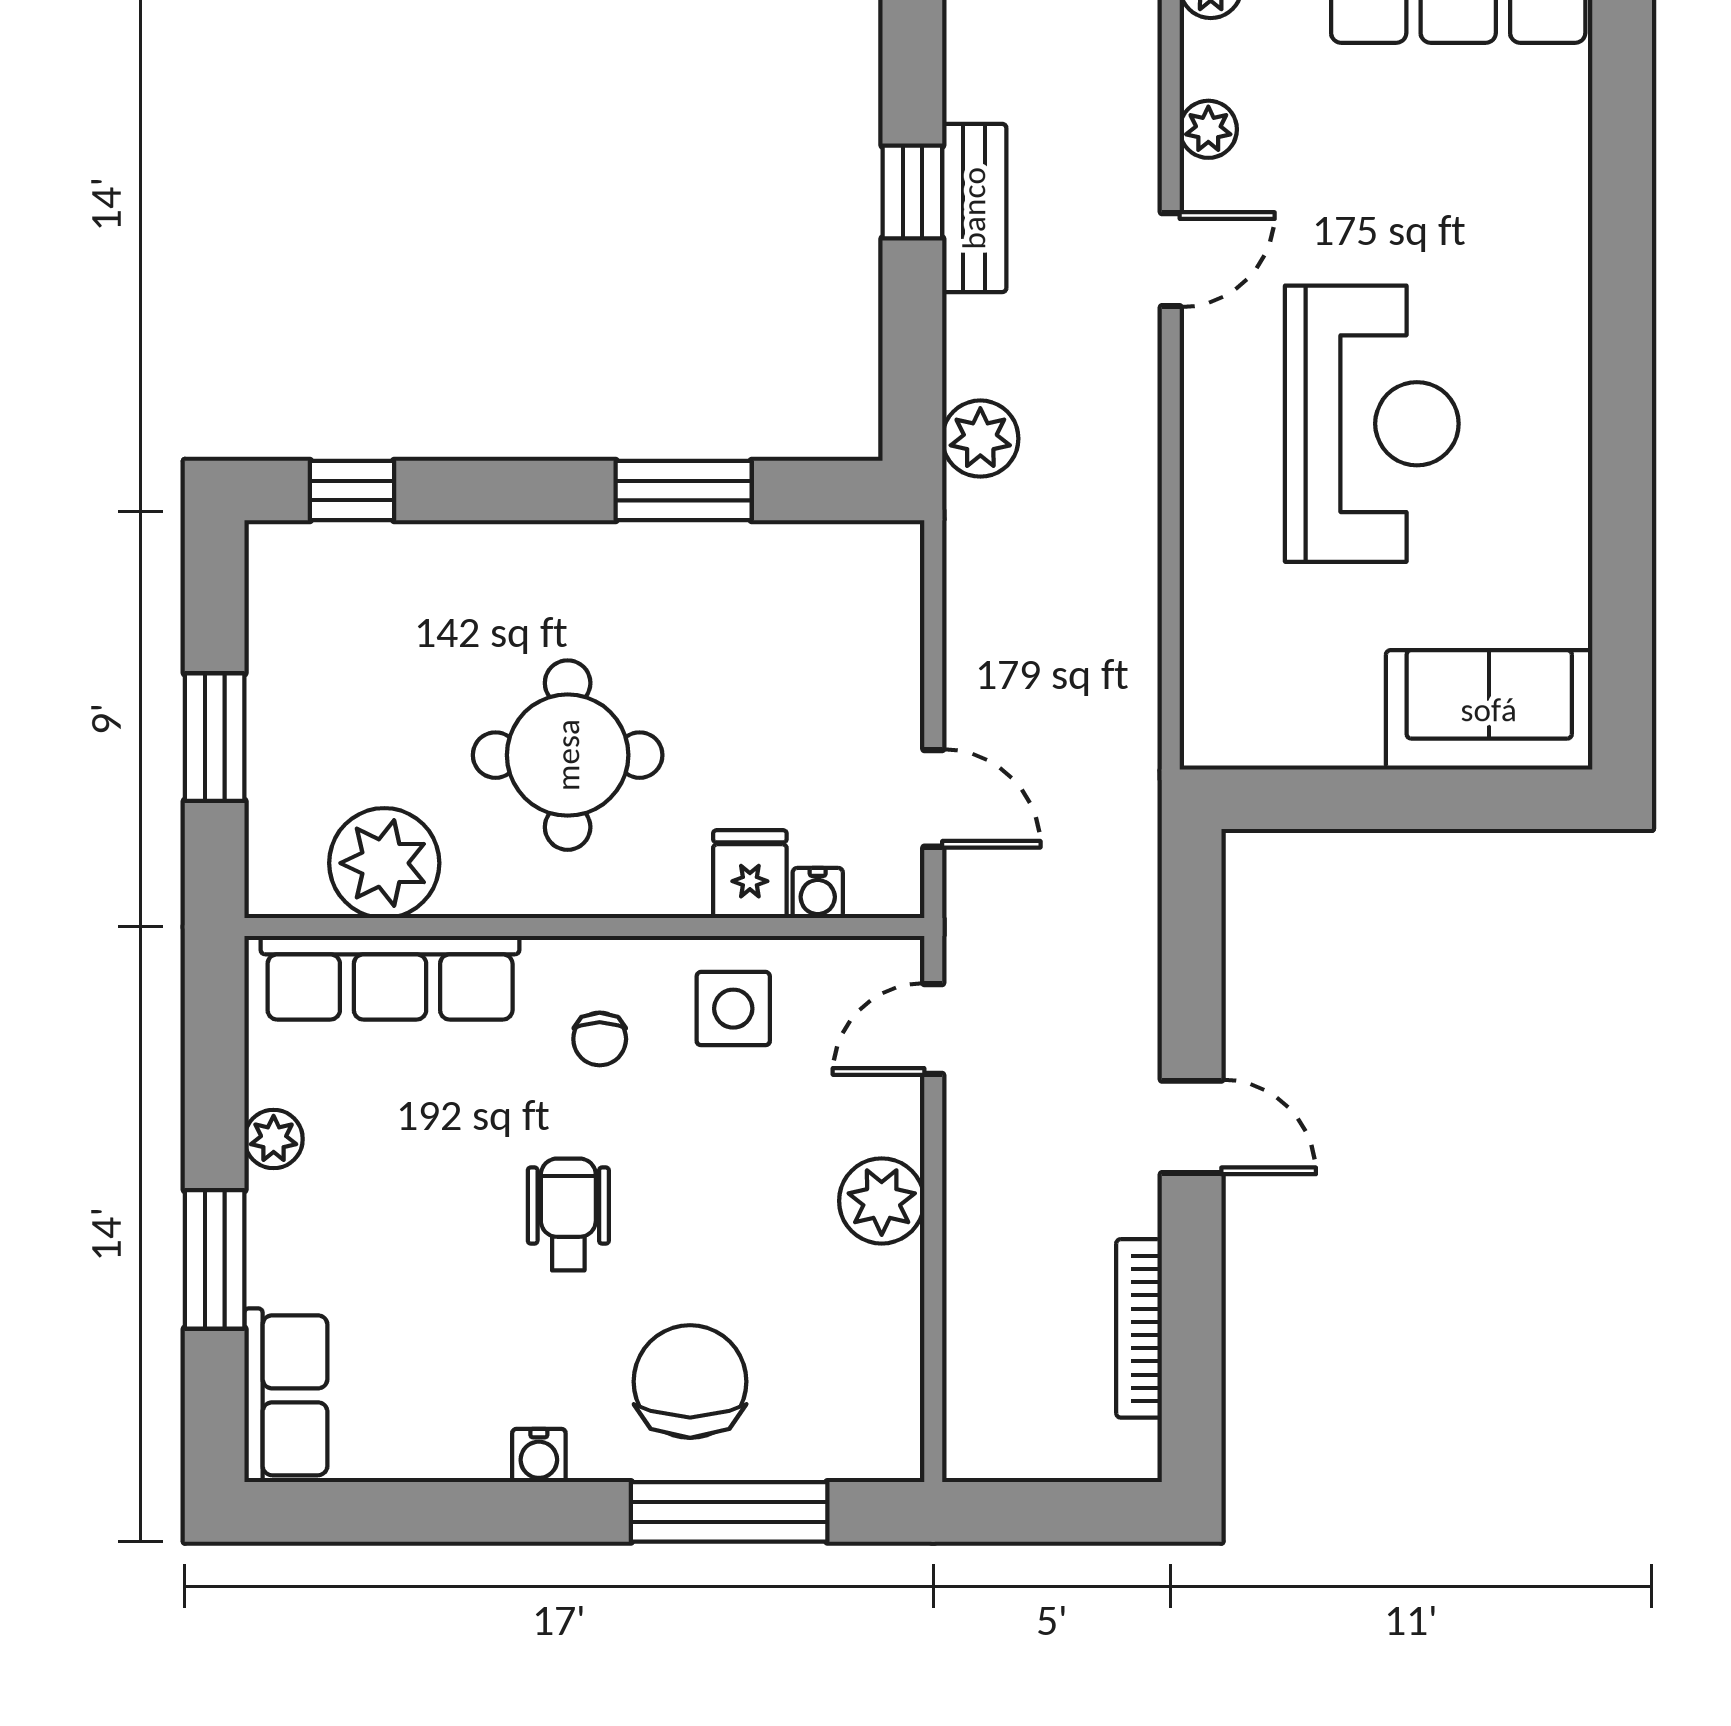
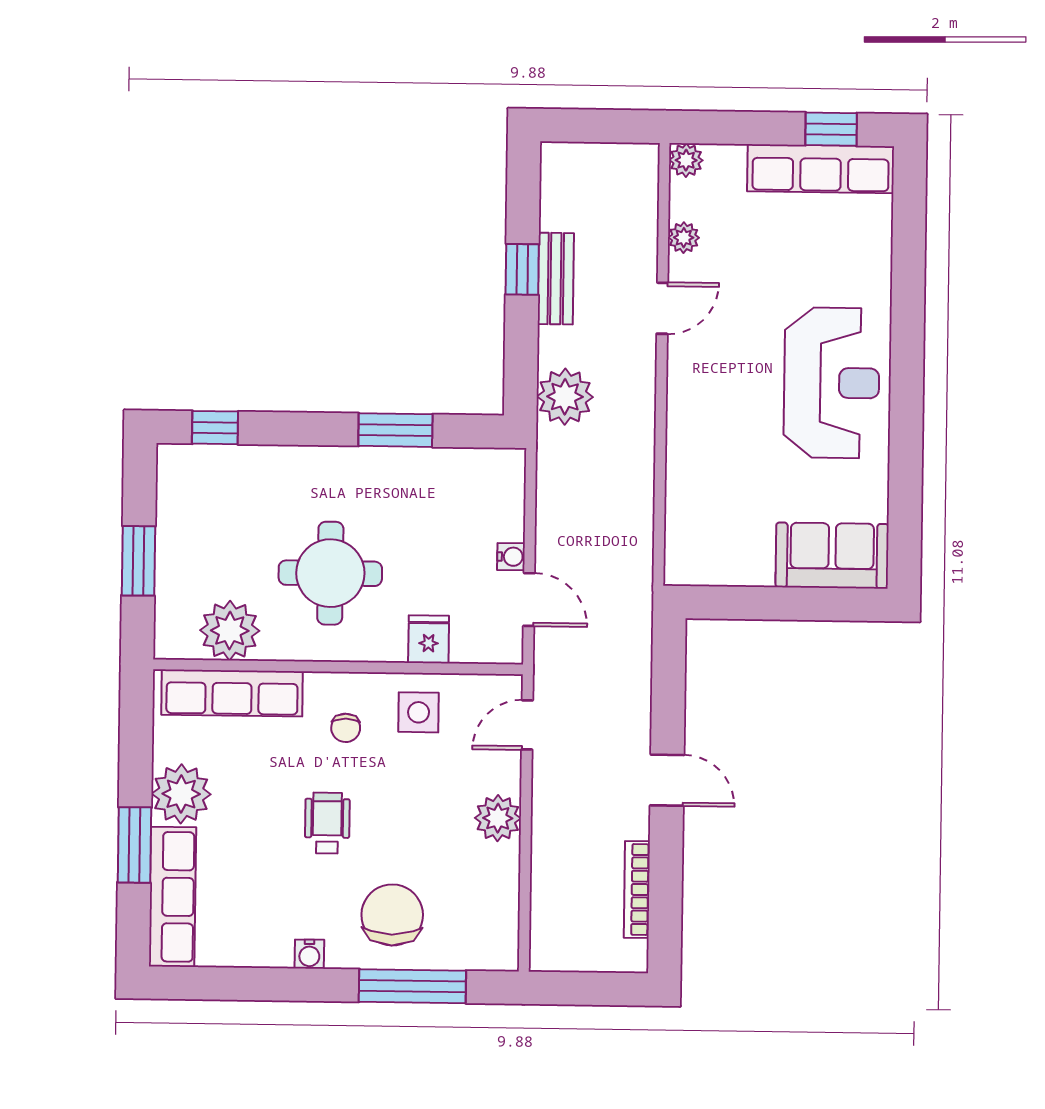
reception desk: (1372, 424) -> (832, 383), moved
plant: (980, 439) -> (565, 397), width x1.36, depth x1.36
water cooler: (818, 893) -> (511, 557), moved, turned -90
plant: (274, 1139) -> (181, 794), width x1.88, depth x1.88
row of seats: (286, 1395) -> (173, 897), width x1.48

